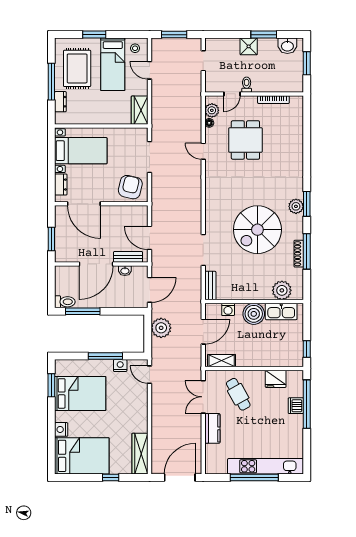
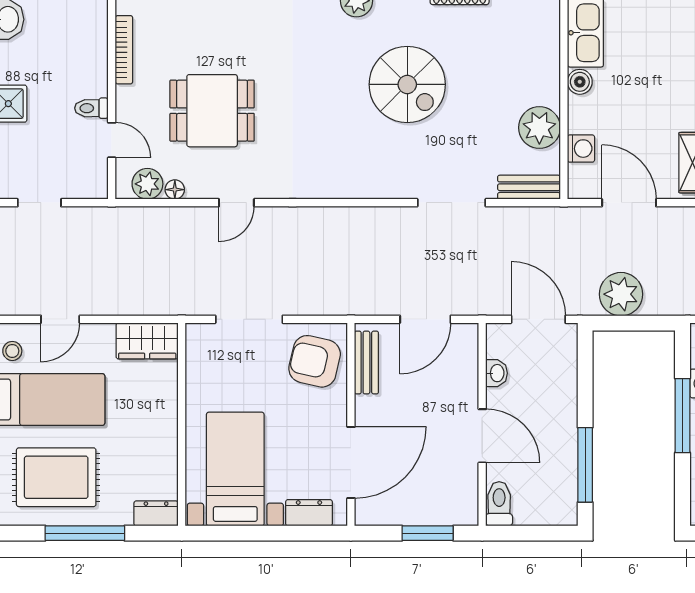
dresser: (60, 102) -> (156, 513), moved
spiral stairs: (257, 230) -> (407, 84), width x0.73, depth x0.73
bench: (128, 257) -> (366, 362), moved
door: (96, 264) -> (482, 436), width x0.73
plant: (282, 290) -> (539, 128), moved
toilet: (65, 302) -> (499, 504), moved
boiler: (254, 314) -> (580, 82), width x0.54, depth x0.54

